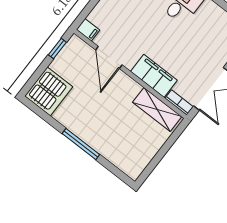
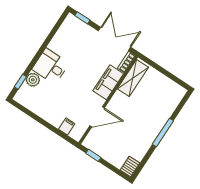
filing cabinet: (88, 30) -> (67, 126), moved
server rack: (49, 91) -> (130, 167), width x0.46, depth x0.70

